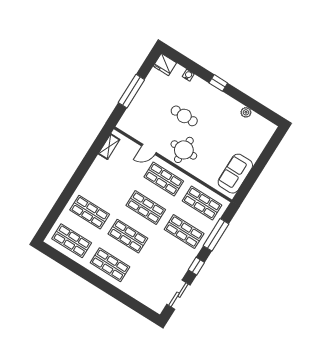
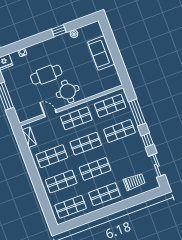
window: (218, 83) -> (59, 31), moved
cafe table: (184, 116) -> (46, 75), width x1.37, depth x1.35
door: (149, 149) -> (50, 113), swing flipped
sofa: (235, 174) -> (101, 53), moved
shop shelf: (108, 184) -> (52, 156), added
trolley: (145, 285) -> (134, 182), added

